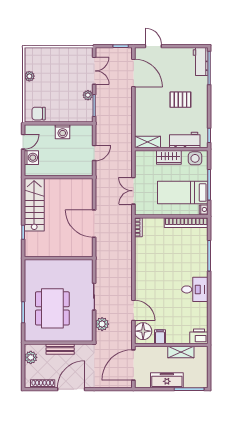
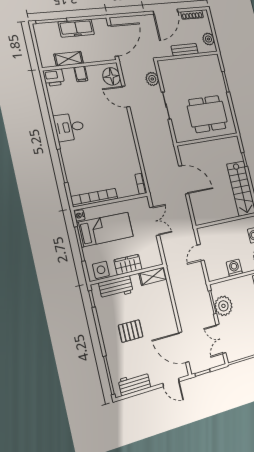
workbench: (201, 62) -> (135, 383), moved, turned -90
plant: (88, 95) -> (223, 306), width x1.87, depth x1.87
dining table: (52, 308) -> (207, 114), moved, turned 90
filing cabinet: (160, 337) -> (81, 74), moved

